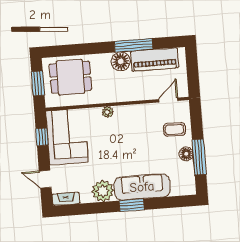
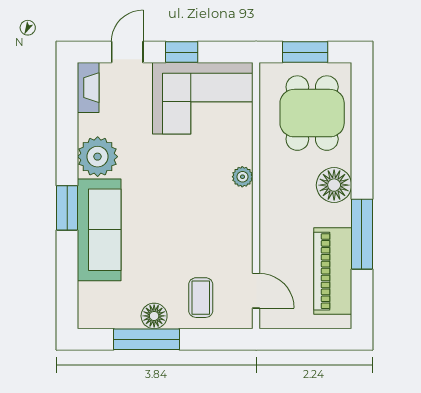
floor lamp: (121, 61) -> (334, 185), moved
window: (42, 137) -> (182, 52), moved

